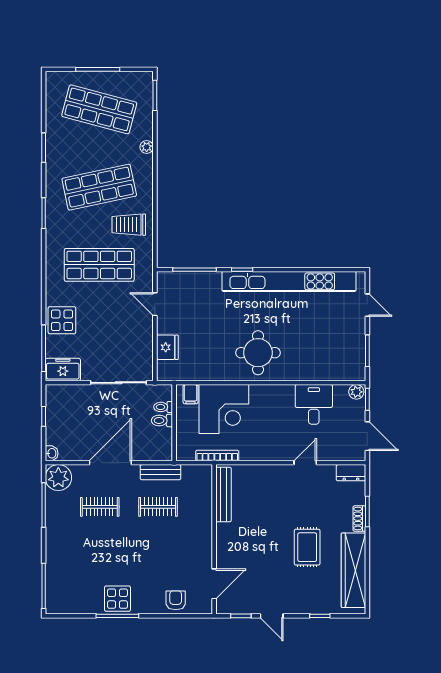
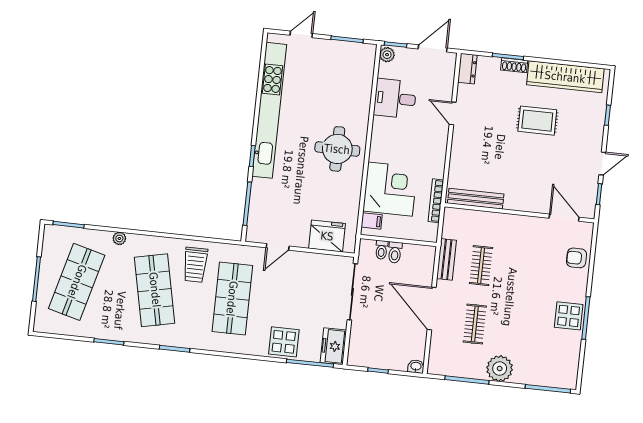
fridge: (167, 347) -> (327, 236), width x1.36, depth x1.34
plant: (58, 478) -> (500, 369), moved

